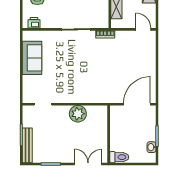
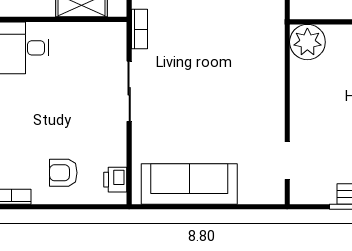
sofa: (32, 58) -> (189, 184), width x1.36
plant: (78, 114) -> (307, 42), moved

